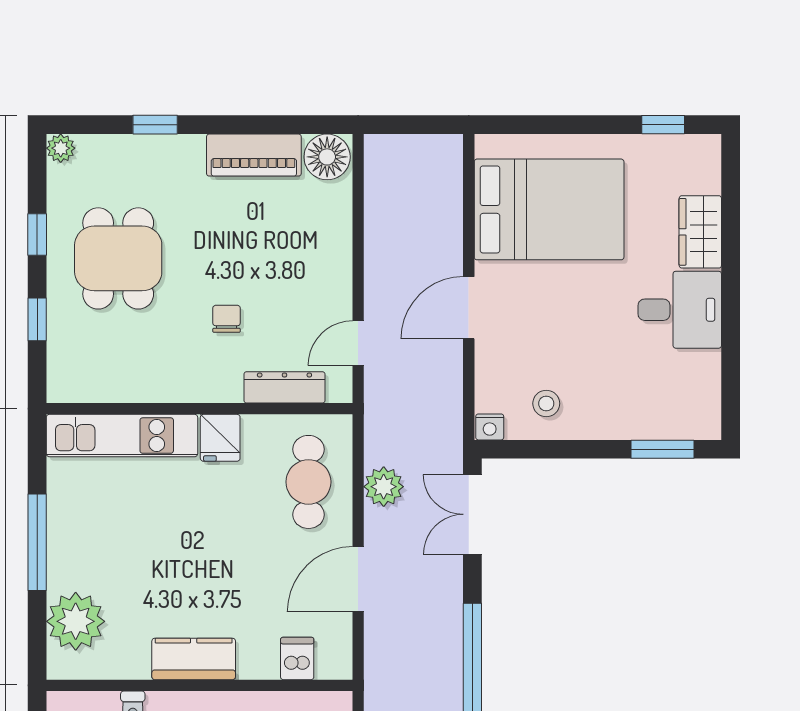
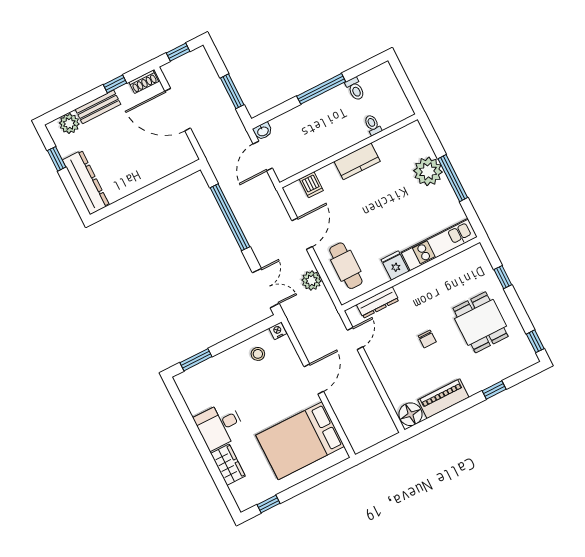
plant: (61, 148) -> (531, 358), removed
window: (37, 234) -> (535, 341), moved
chair: (227, 319) -> (427, 339), moved
plant: (76, 621) -> (428, 171), moved

